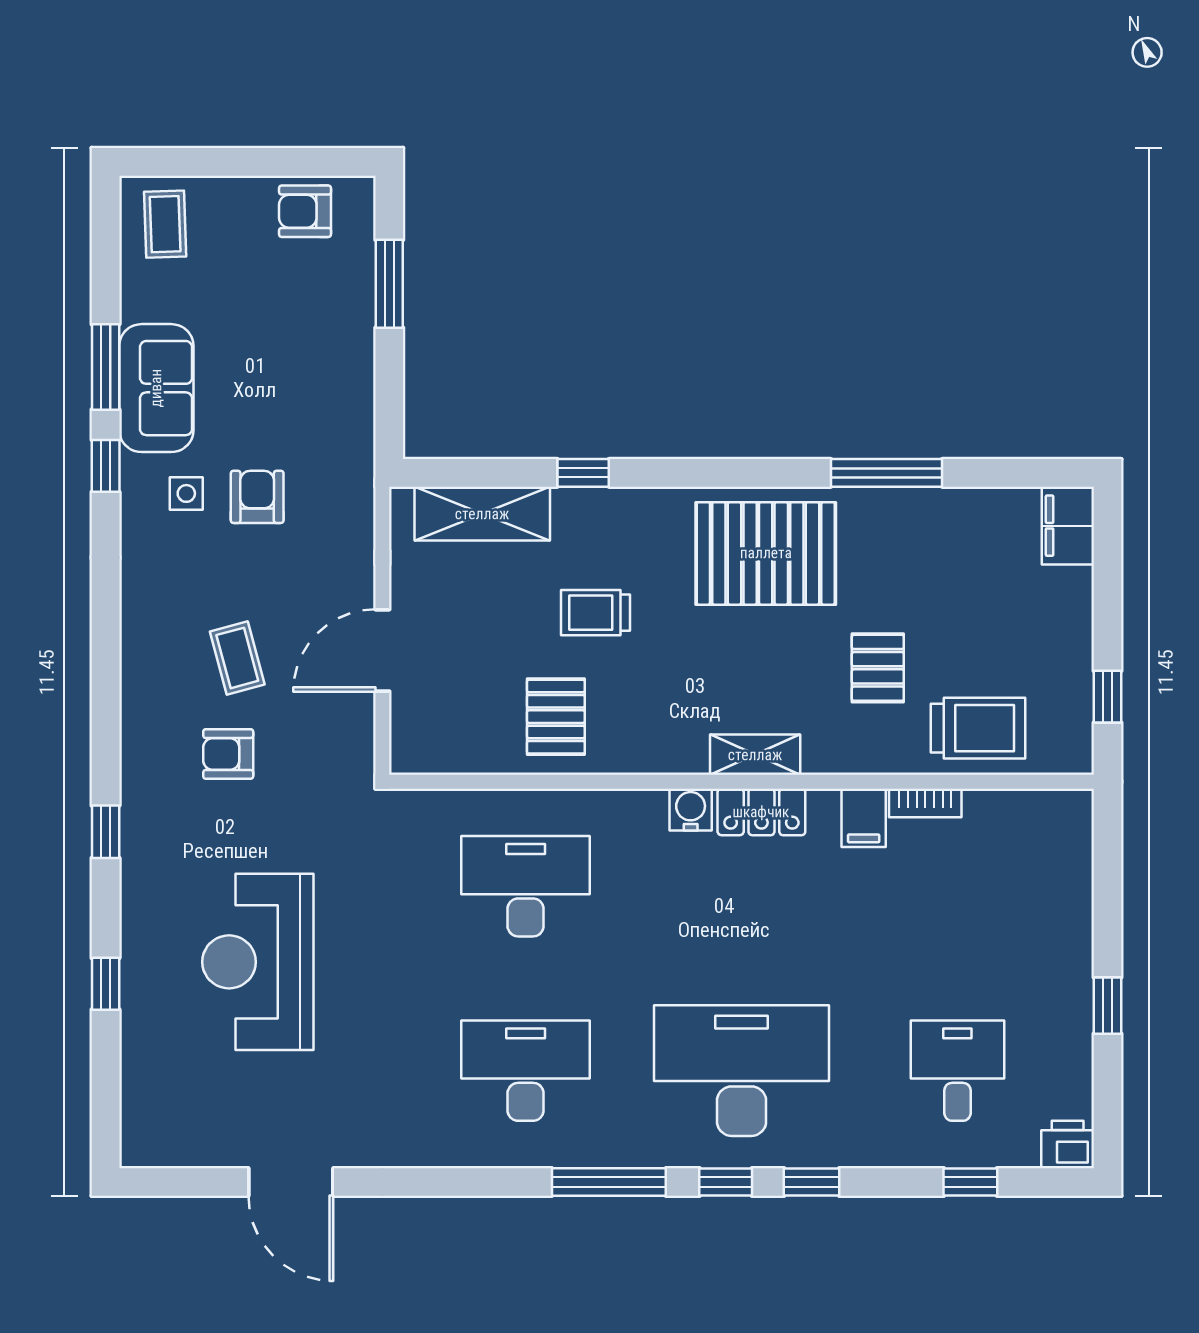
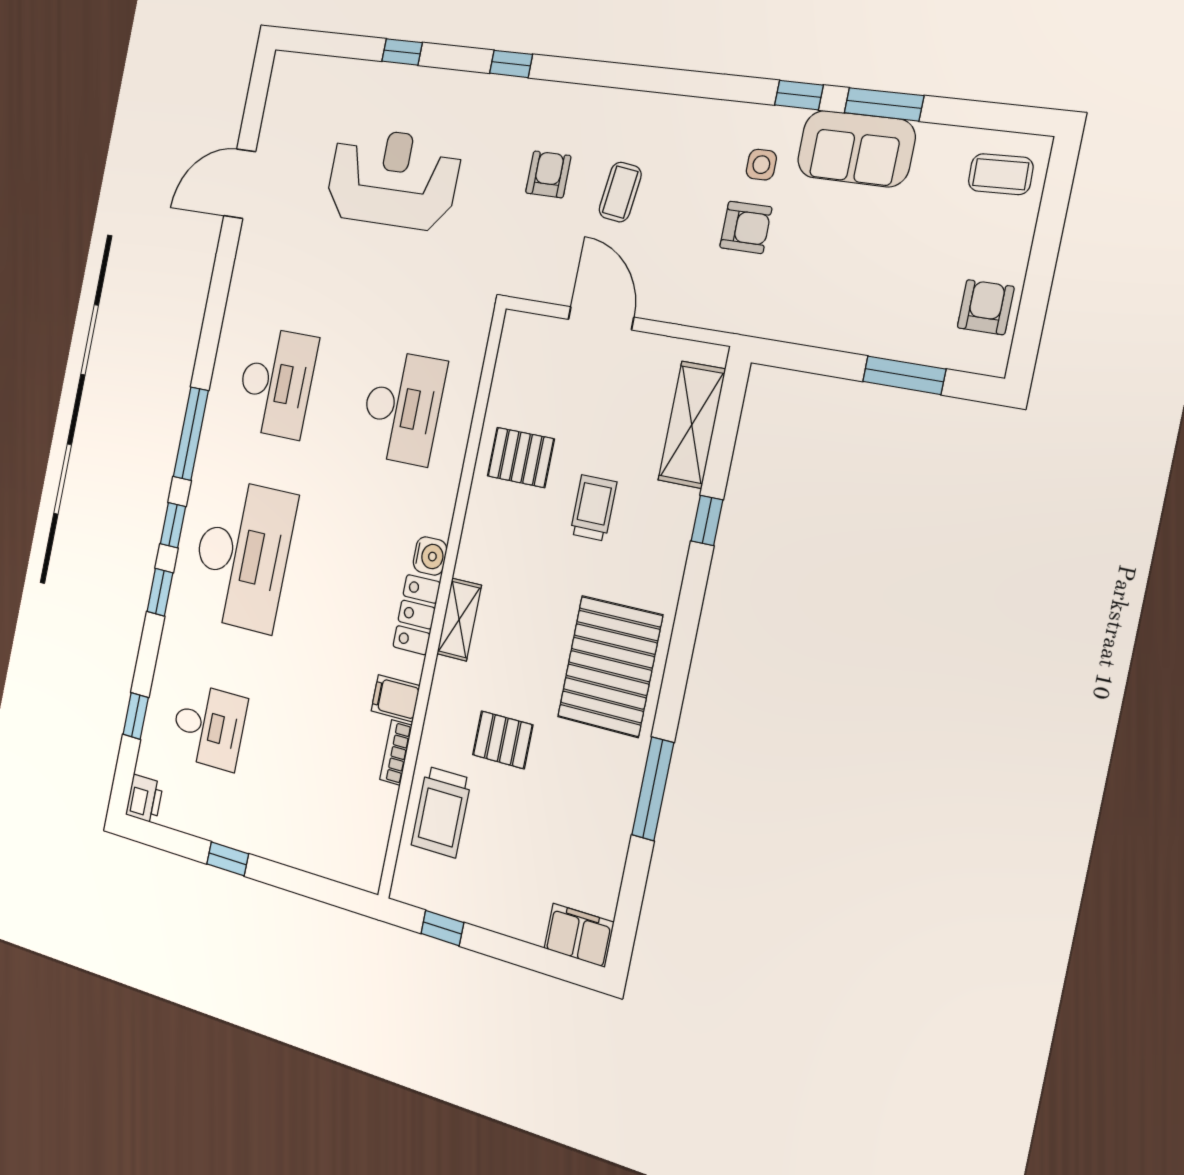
coffee table: (237, 658) -> (620, 192), turned -68

